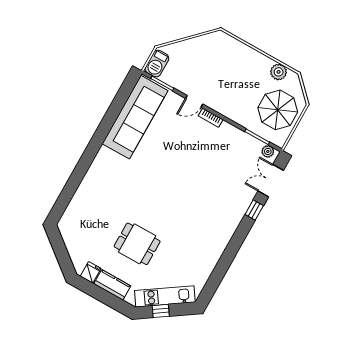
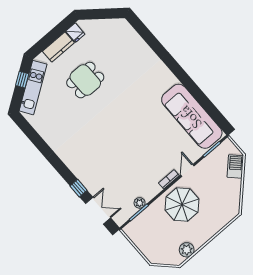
barbecue: (157, 64) -> (235, 166), moved, turned 45
parasol: (278, 110) -> (182, 205), moved
plant: (268, 151) -> (140, 203), moved

